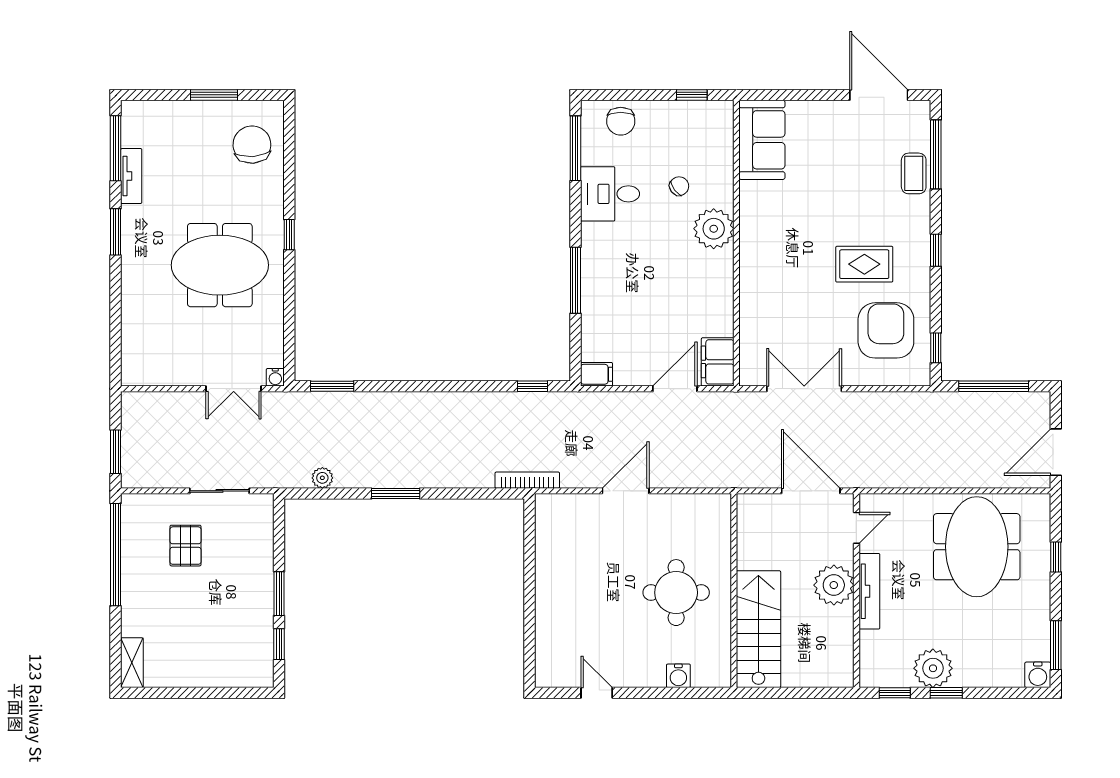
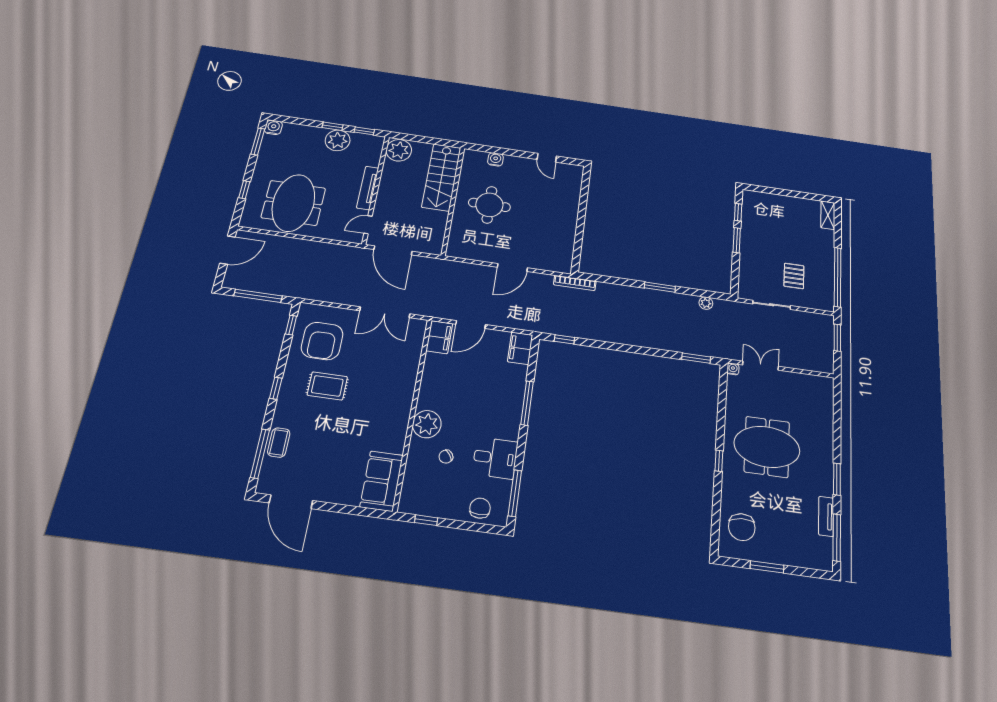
filing cabinet: (596, 374) -> (520, 348), width x2.00
plant: (834, 585) -> (399, 150), moved

